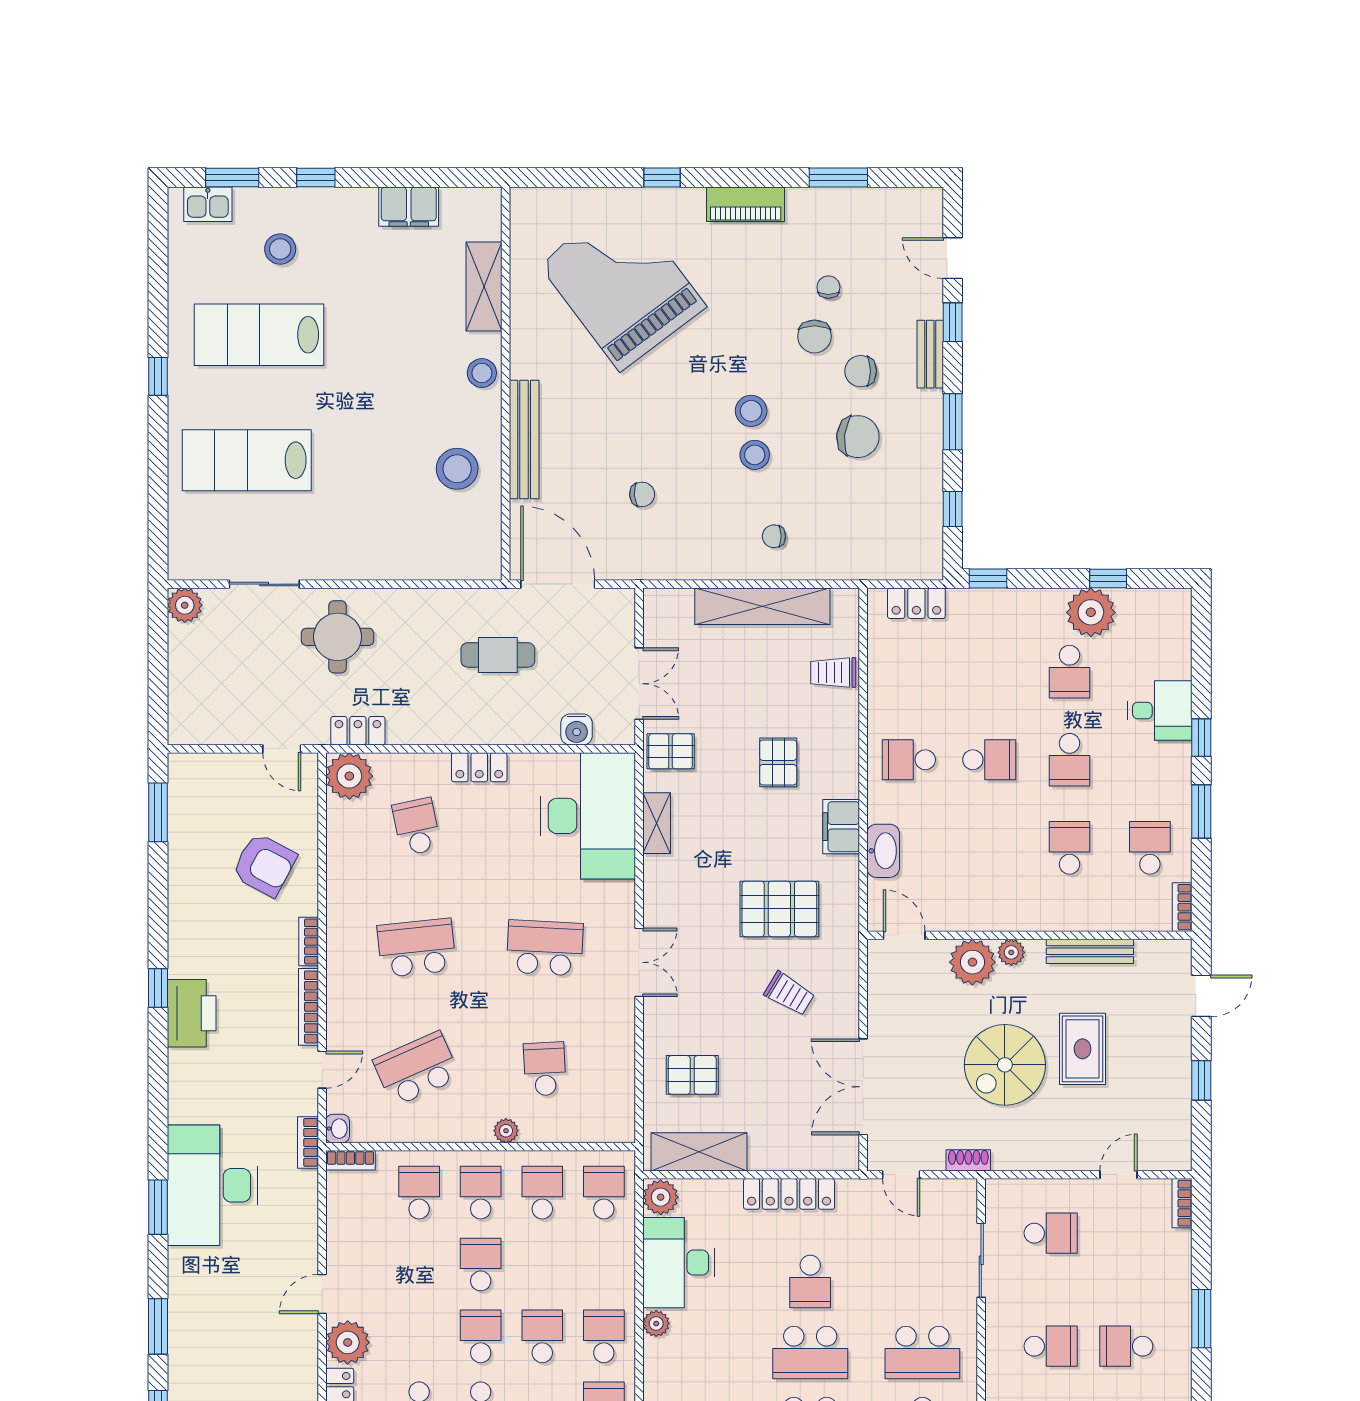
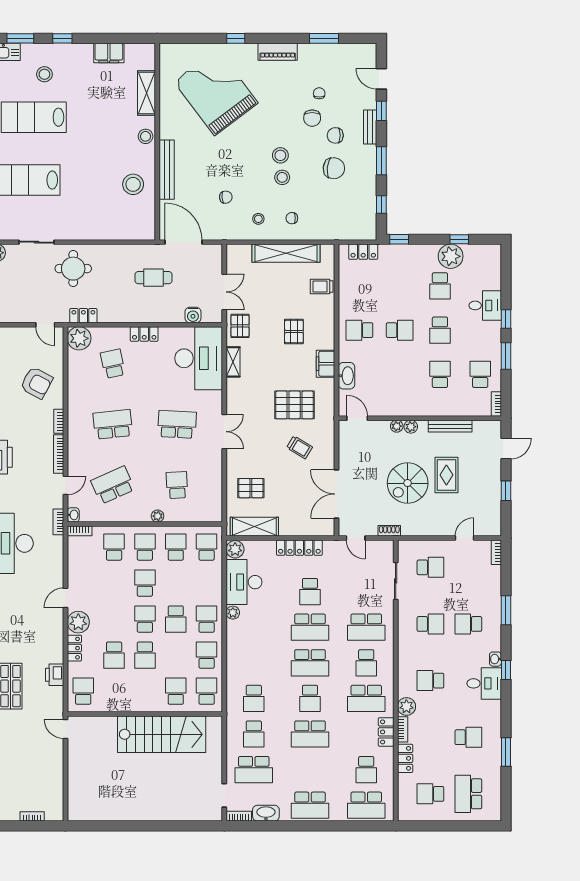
stool: (707, 538) -> (258, 219), added
pallet: (671, 751) -> (240, 326), turned 90
plant: (972, 962) -> (397, 426), width x0.53, depth x0.53
school desk: (542, 1336) -> (176, 619), turned 180

